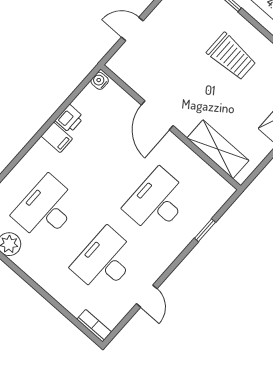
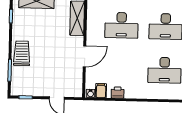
trolley: (232, 57) -> (22, 53), moved
filing cabinet: (57, 137) -> (101, 91), moved

